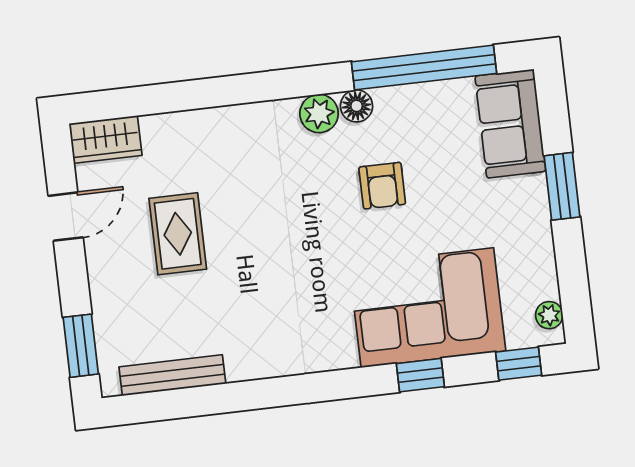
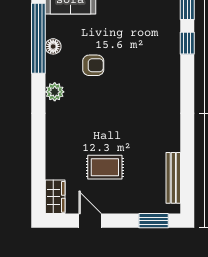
floor lamp: (357, 106) -> (53, 46), moved
corner sofa: (427, 308) -> (155, 50), removed
window: (420, 375) -> (187, 43), moved

